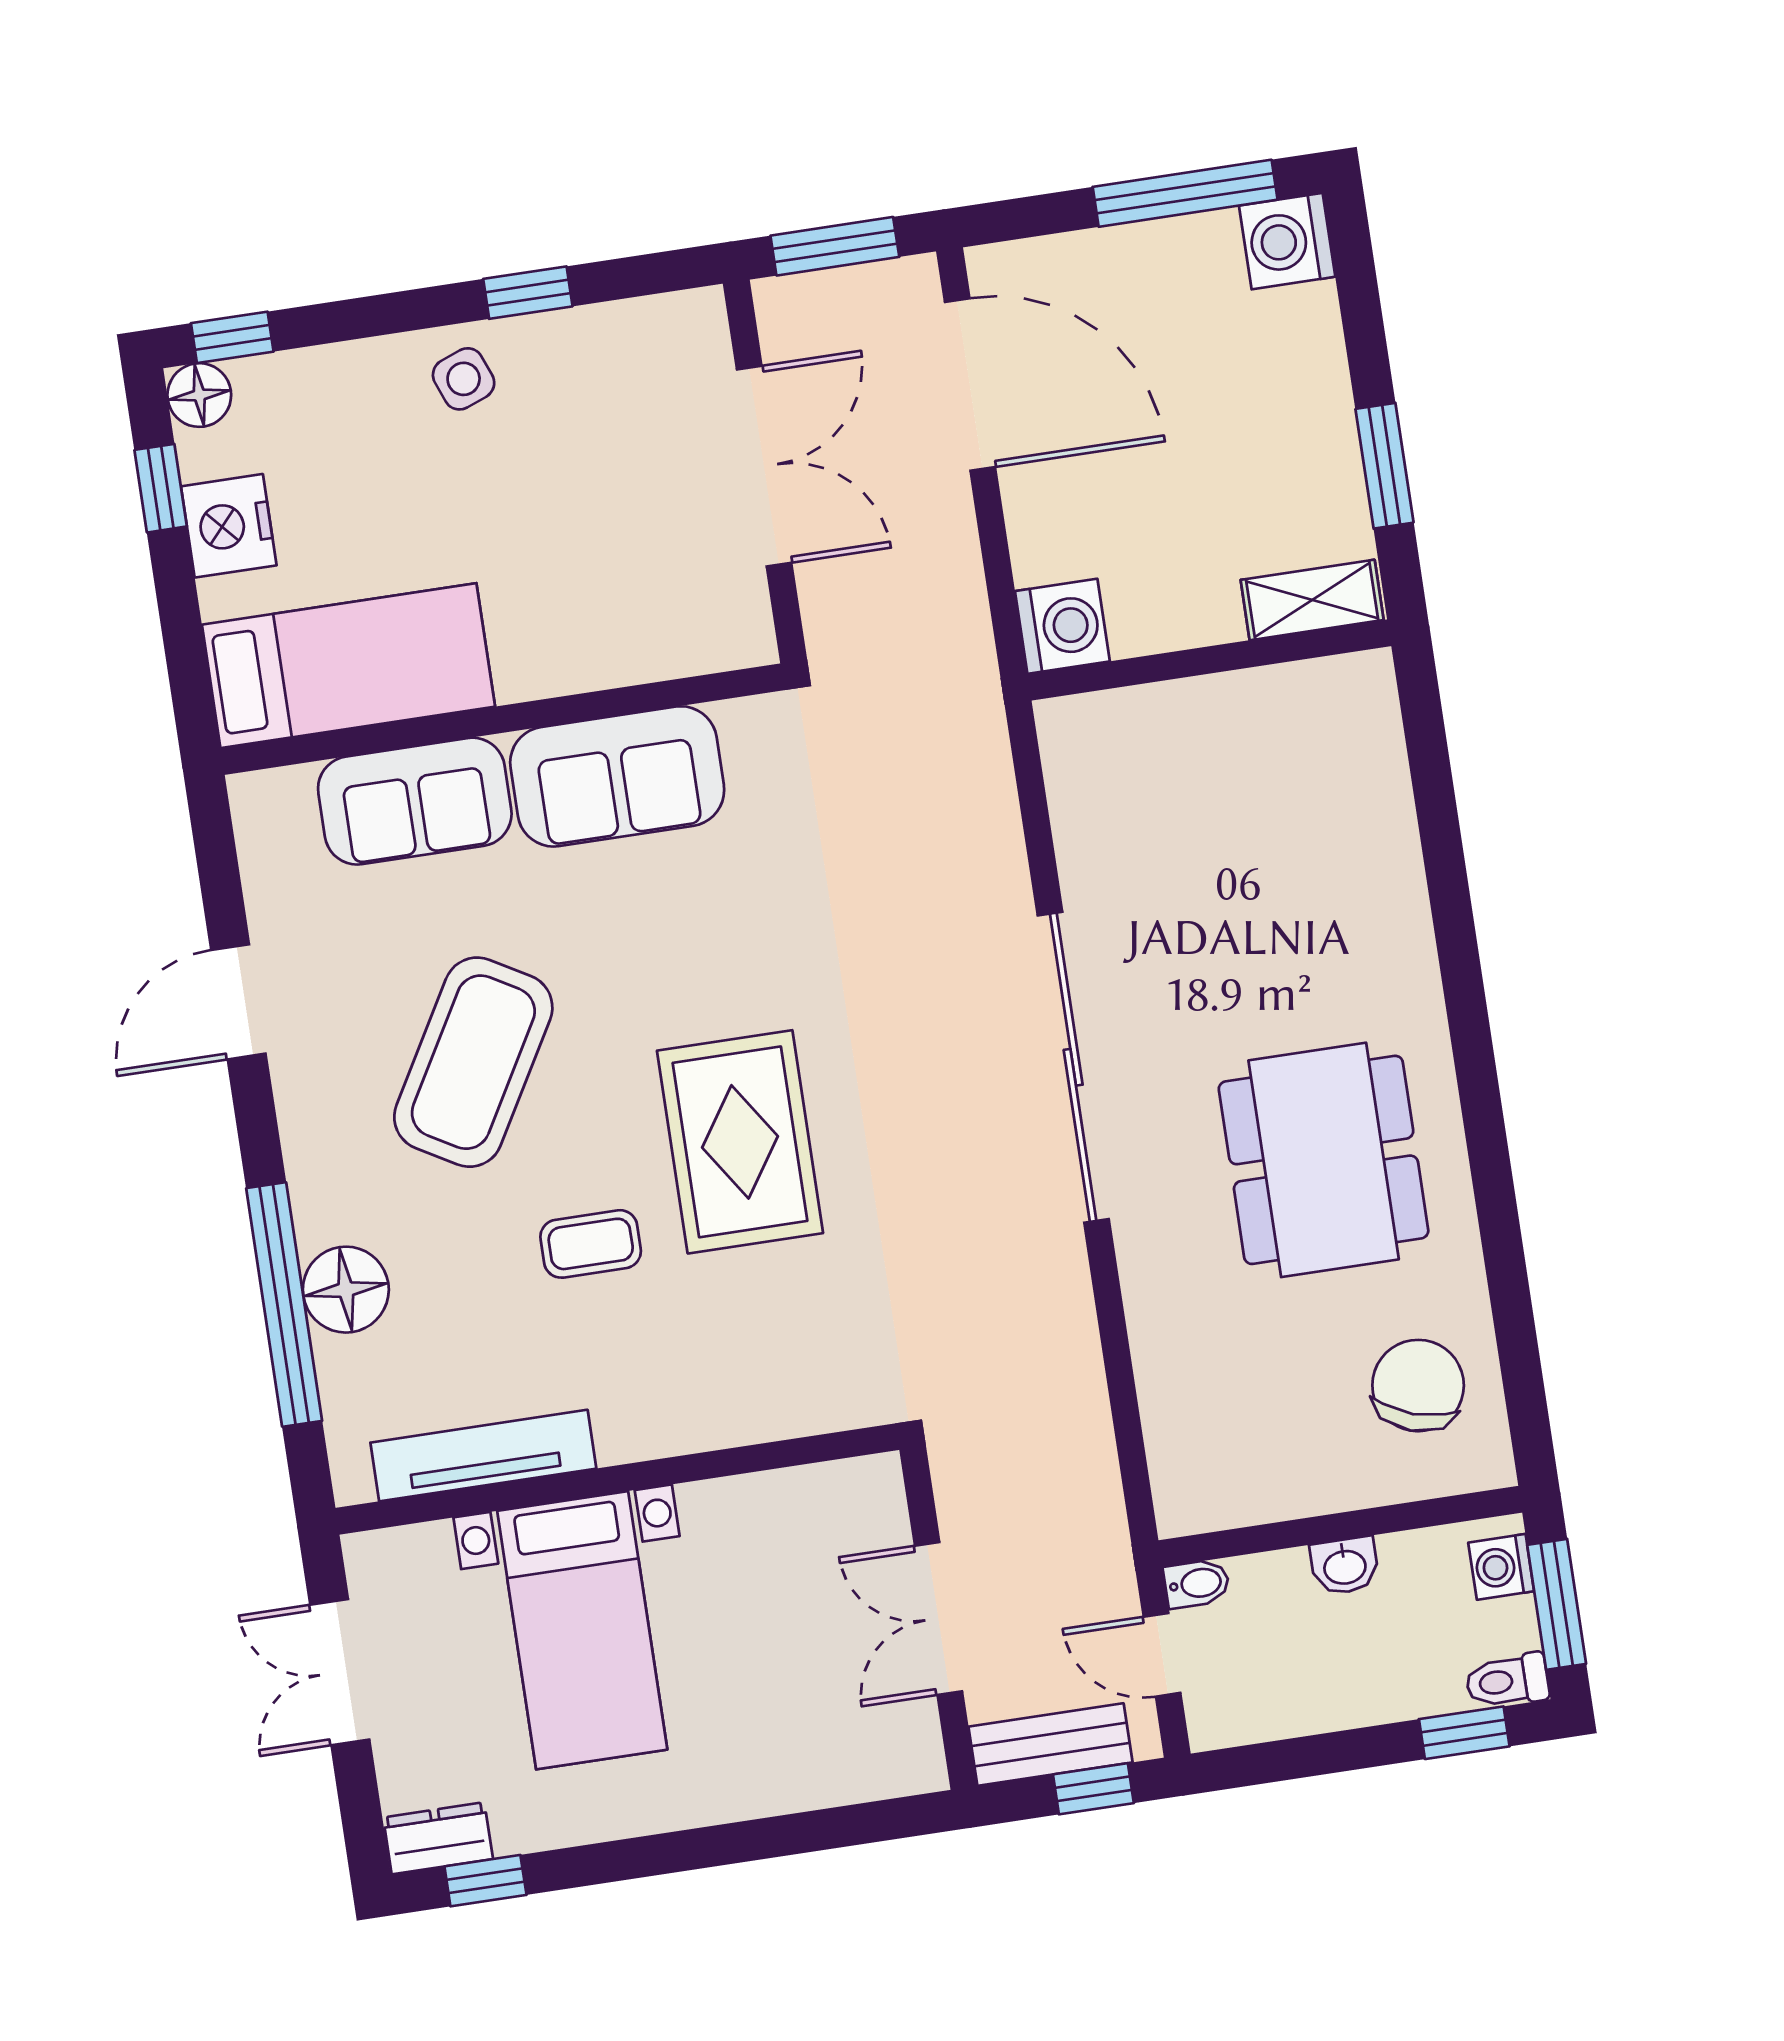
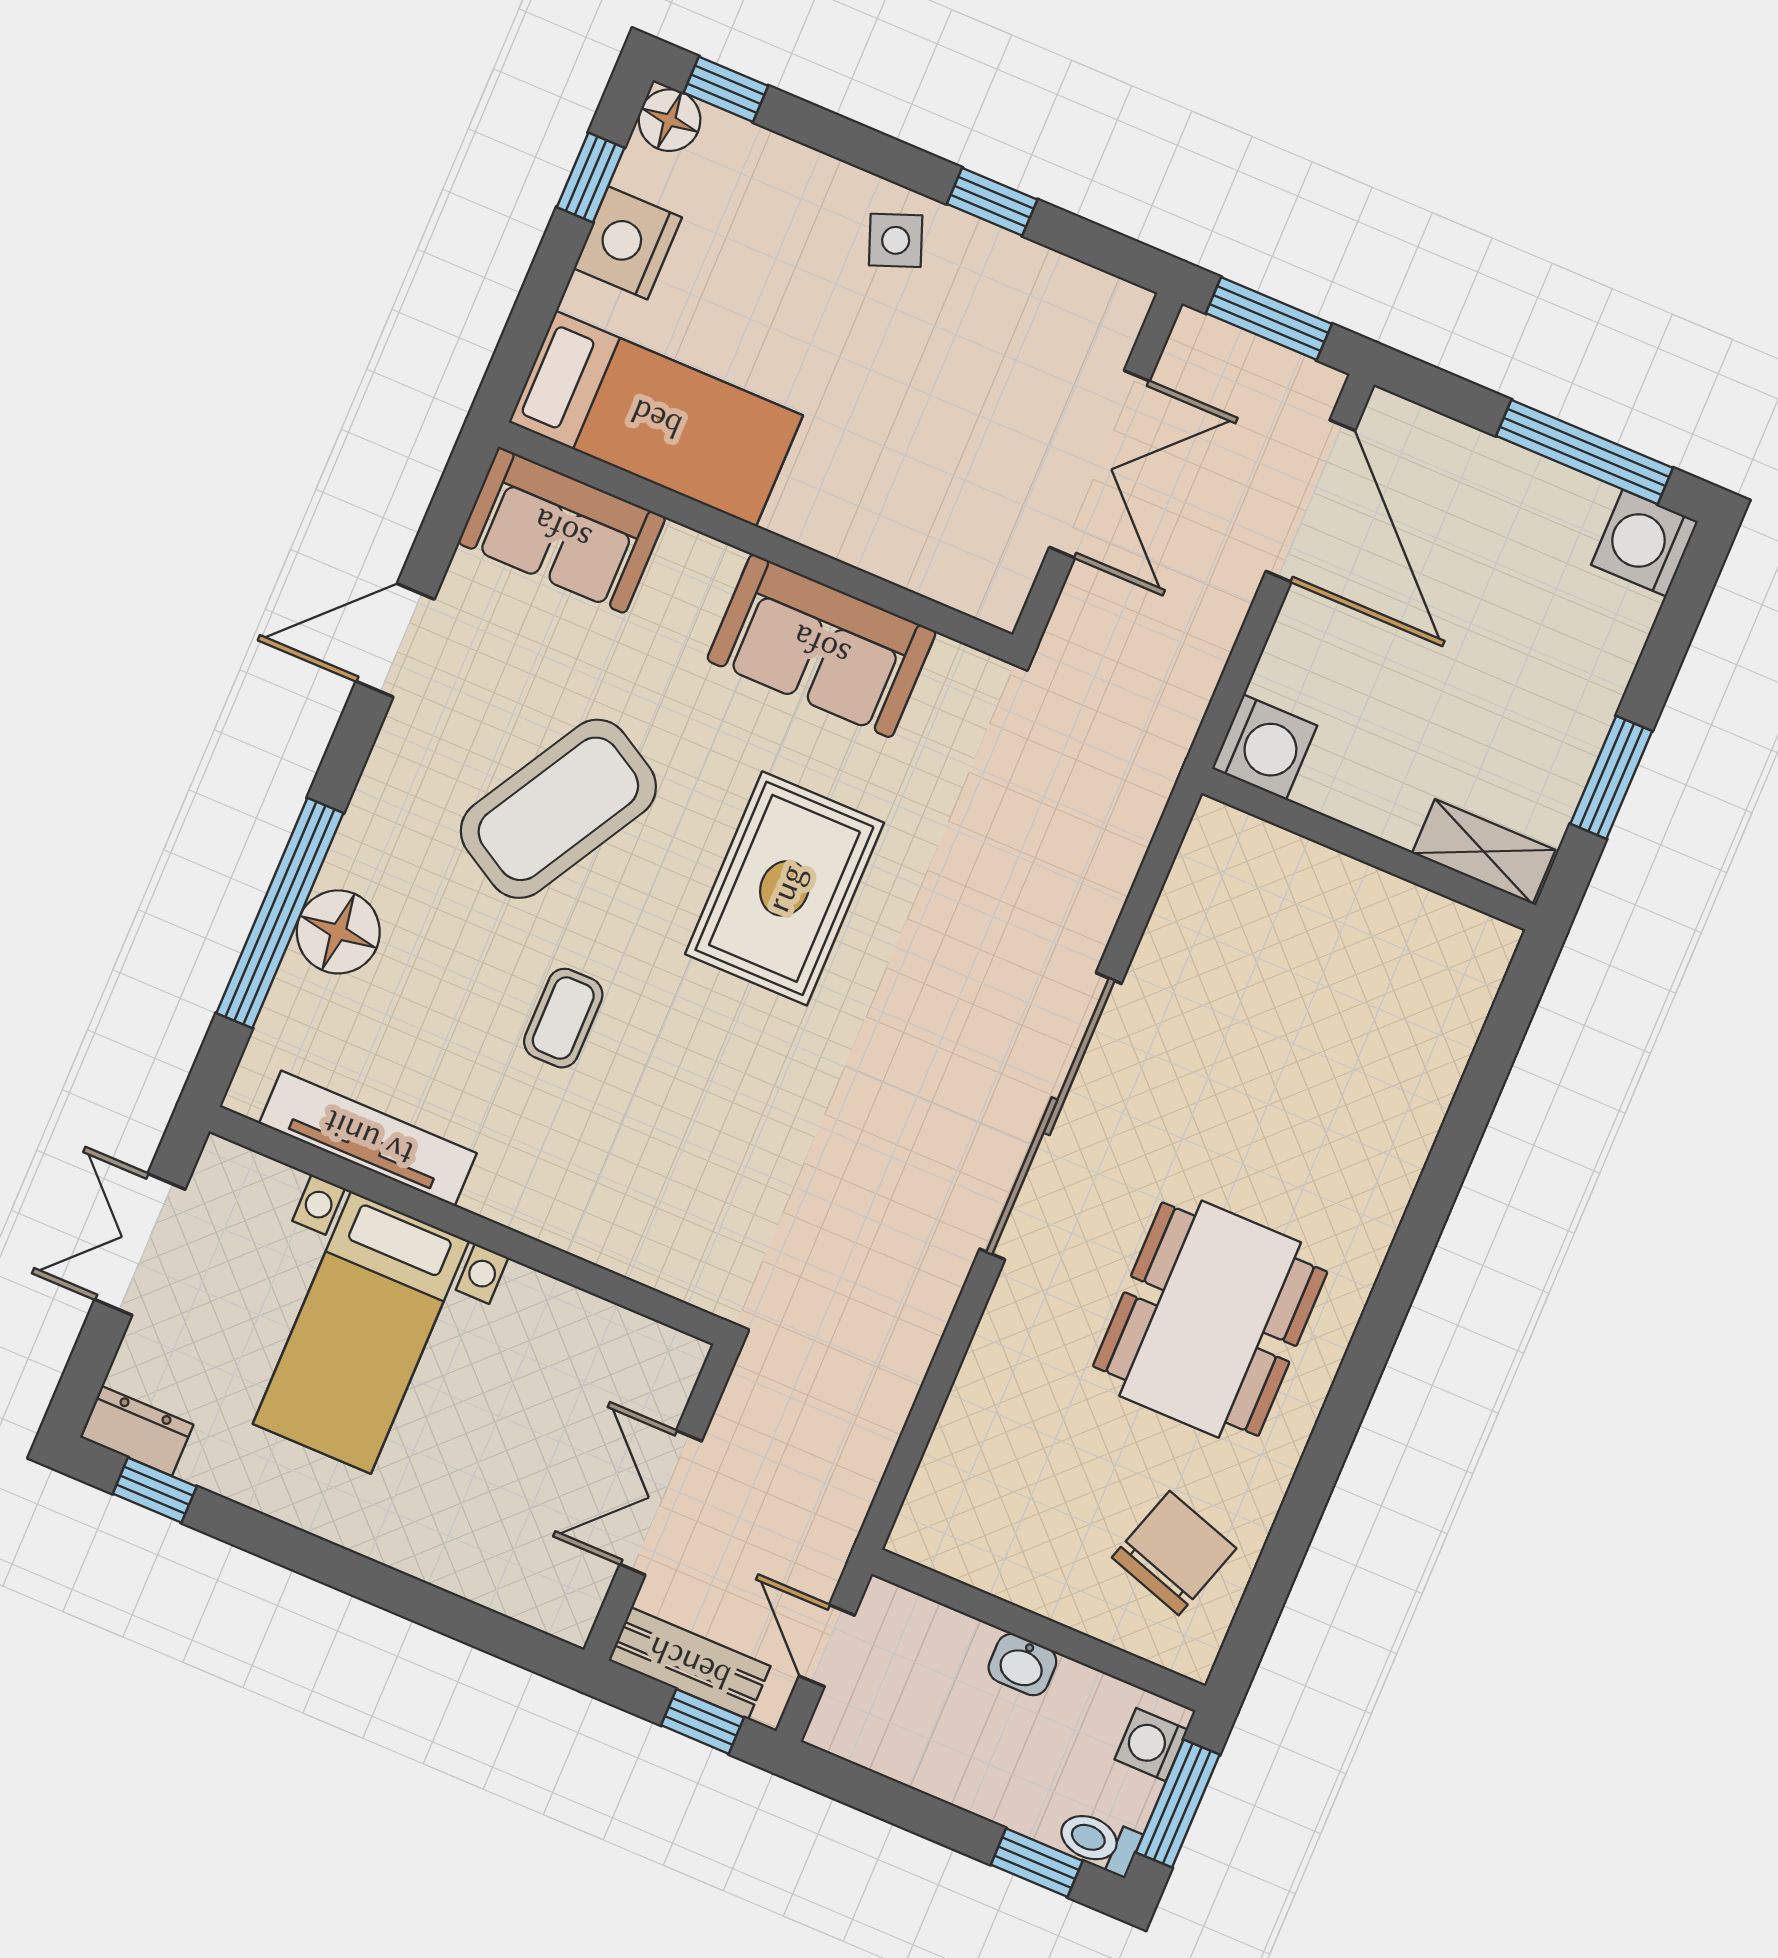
sofa: (415, 801) -> (562, 530), moved
rug: (740, 1142) -> (785, 888), moved
coffee table: (591, 1244) -> (563, 1018), turned 90
bidet: (1197, 1583) -> (892, 1604), removed

